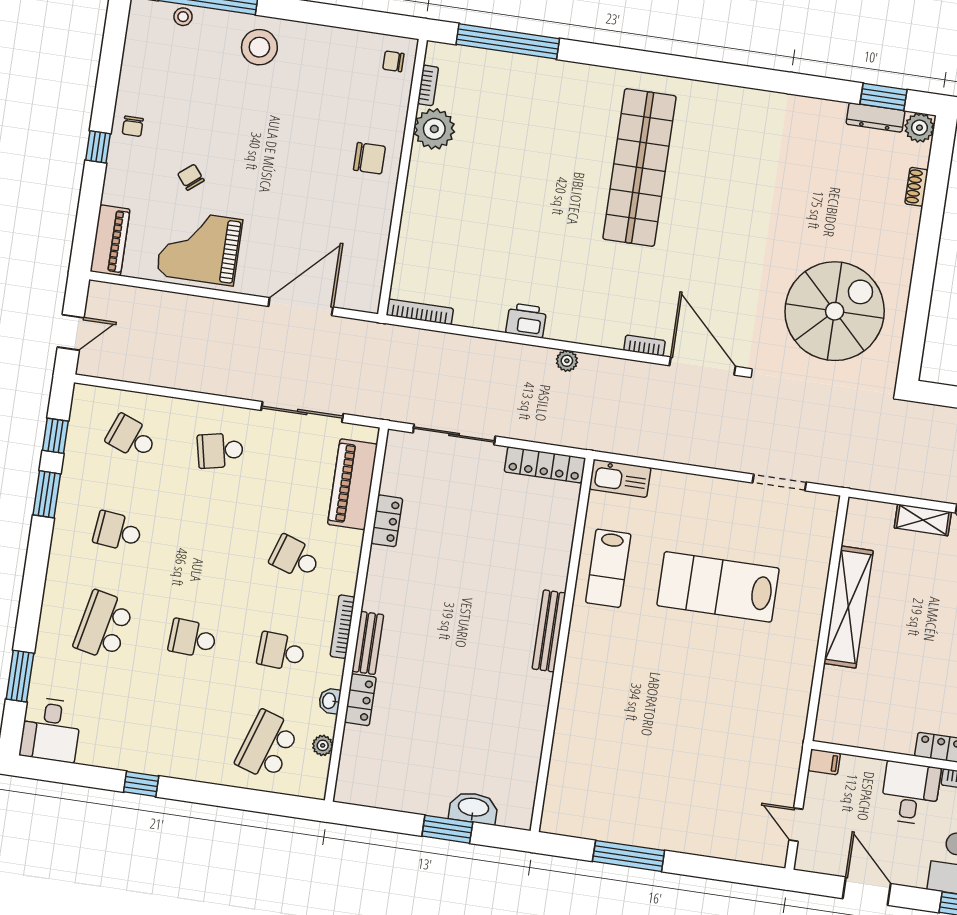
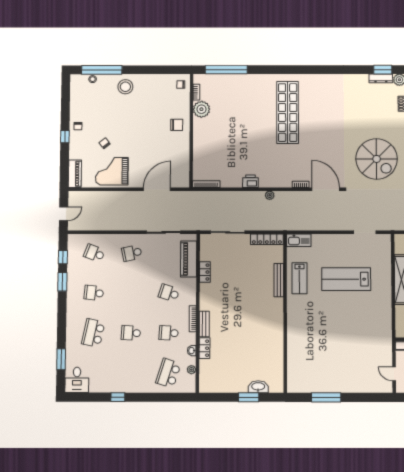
spiral stairs: (835, 311) -> (377, 159), turned 90
bench: (549, 631) -> (279, 280), moved

